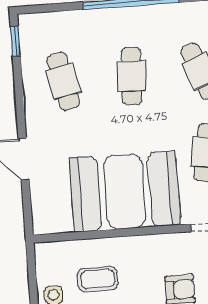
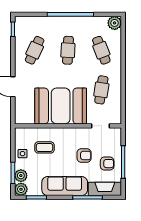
cafe table: (63, 81) -> (35, 50), turned 36

